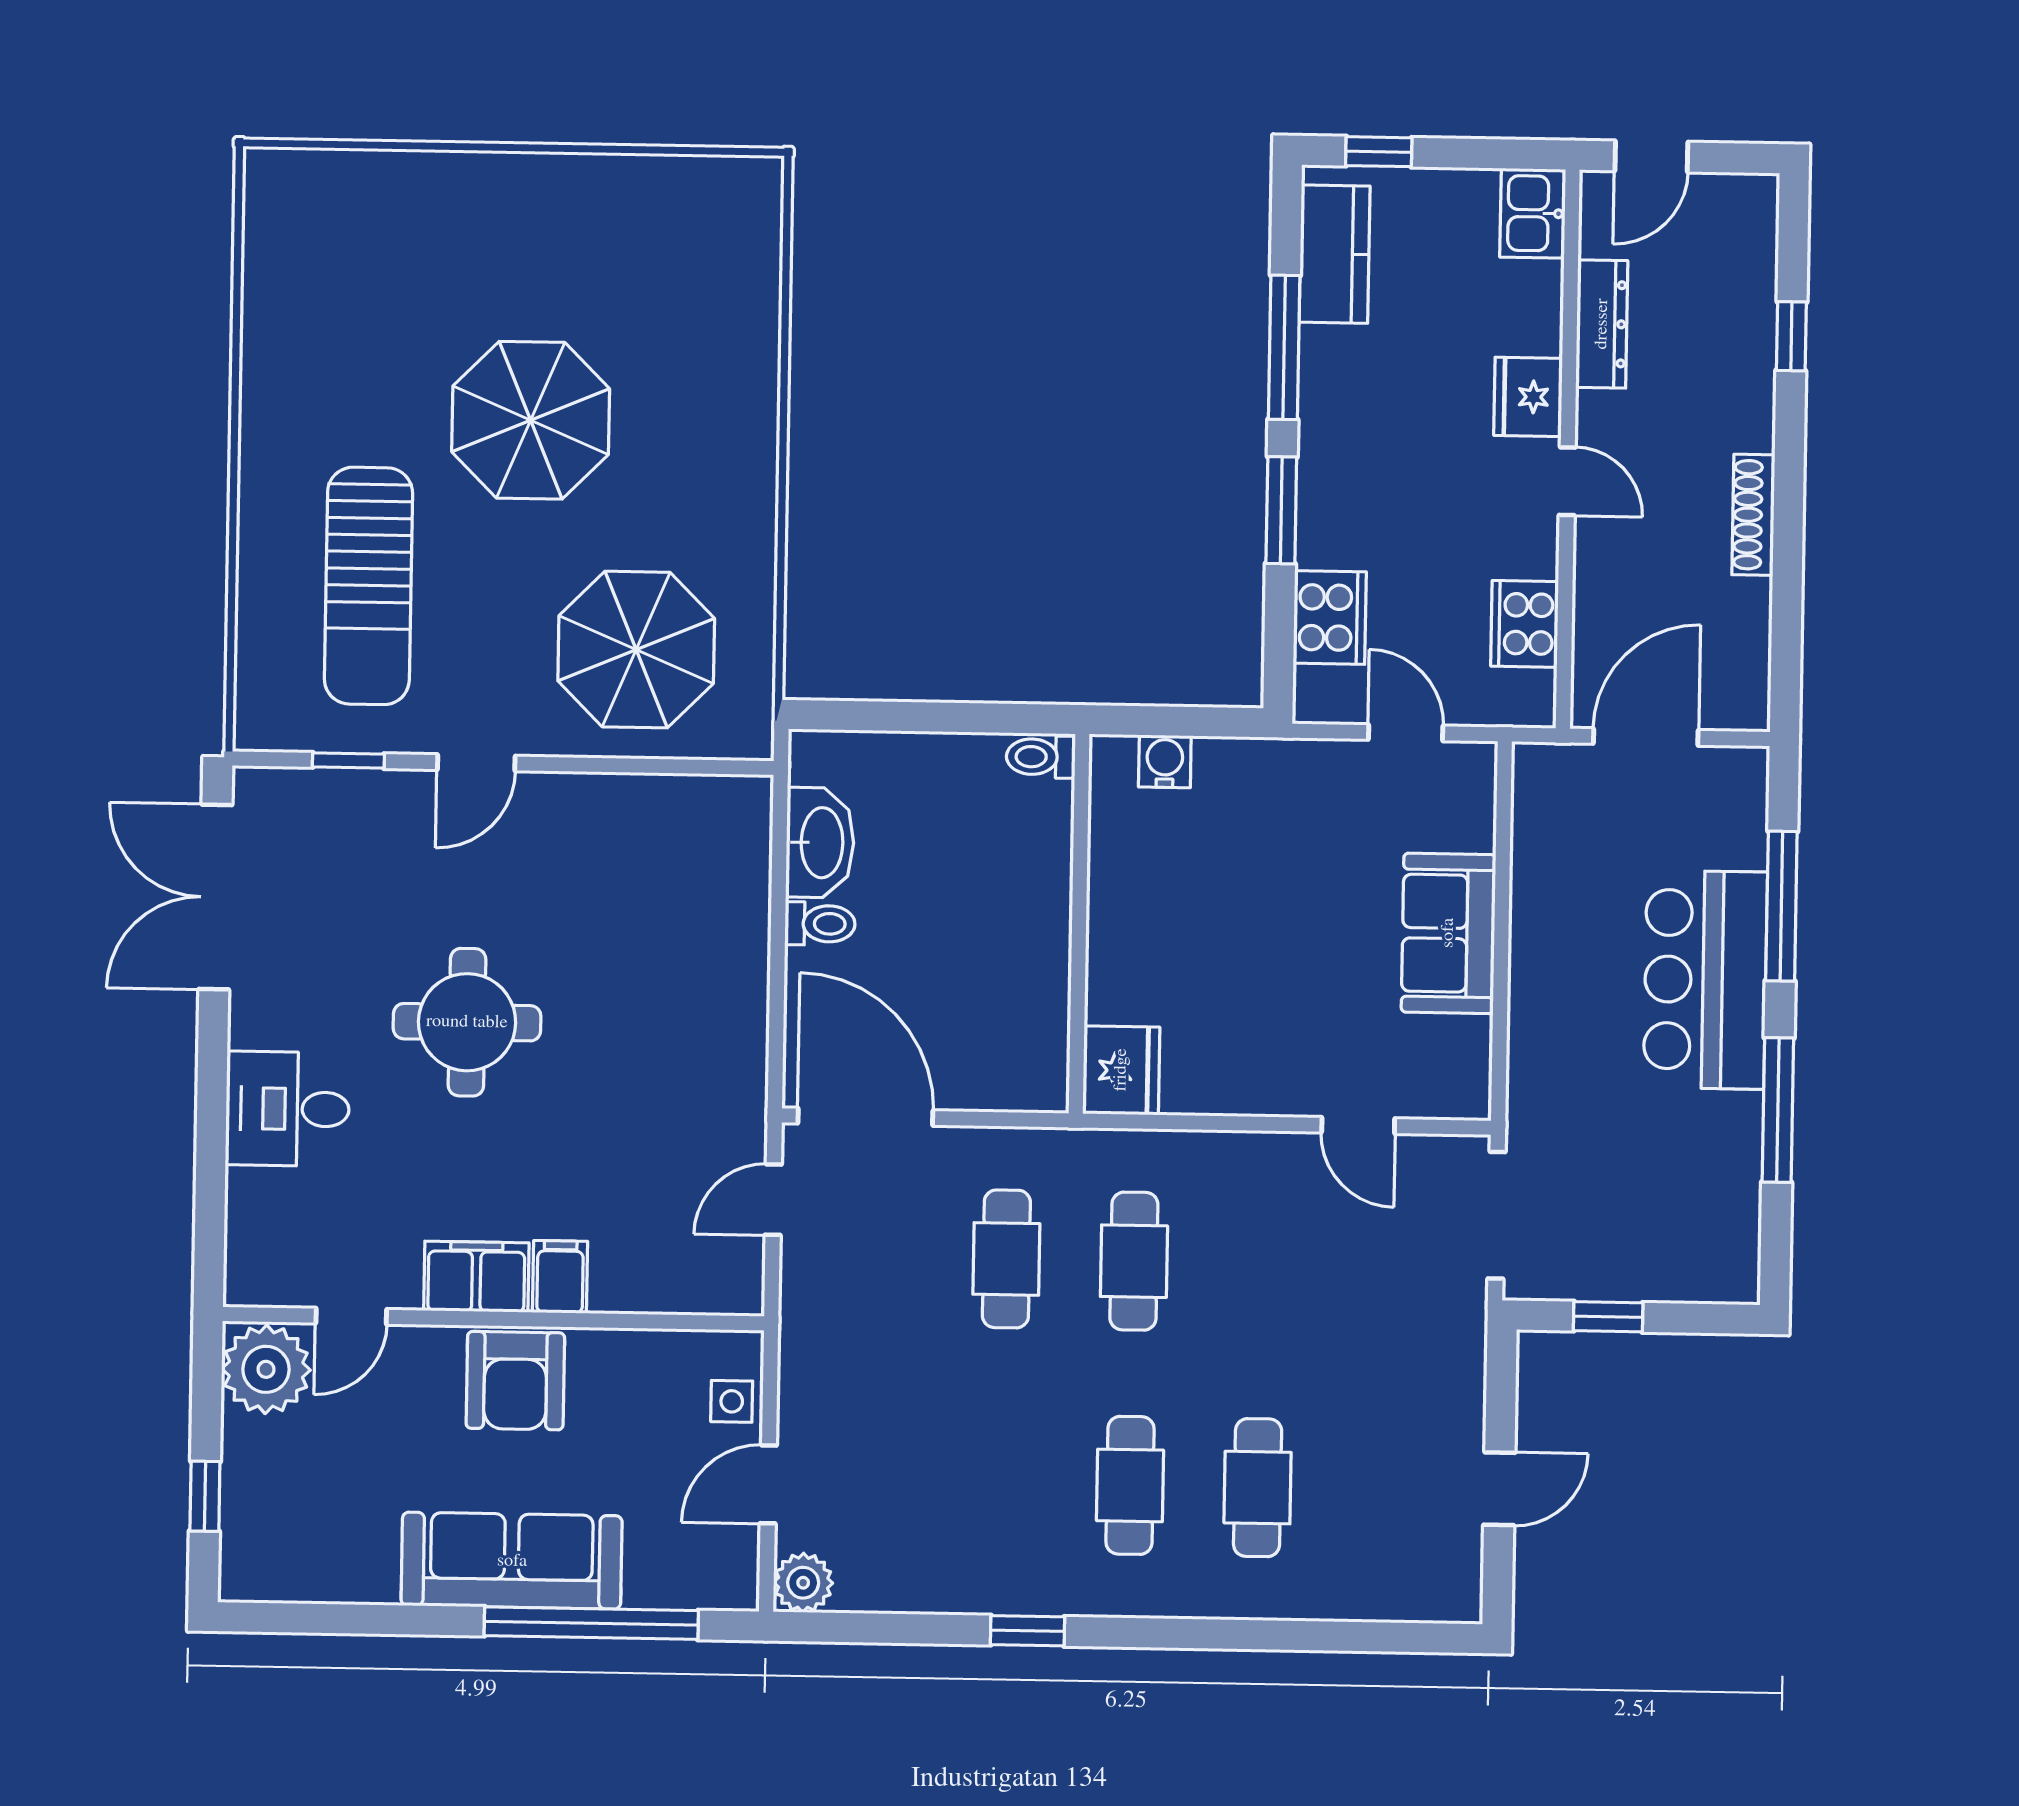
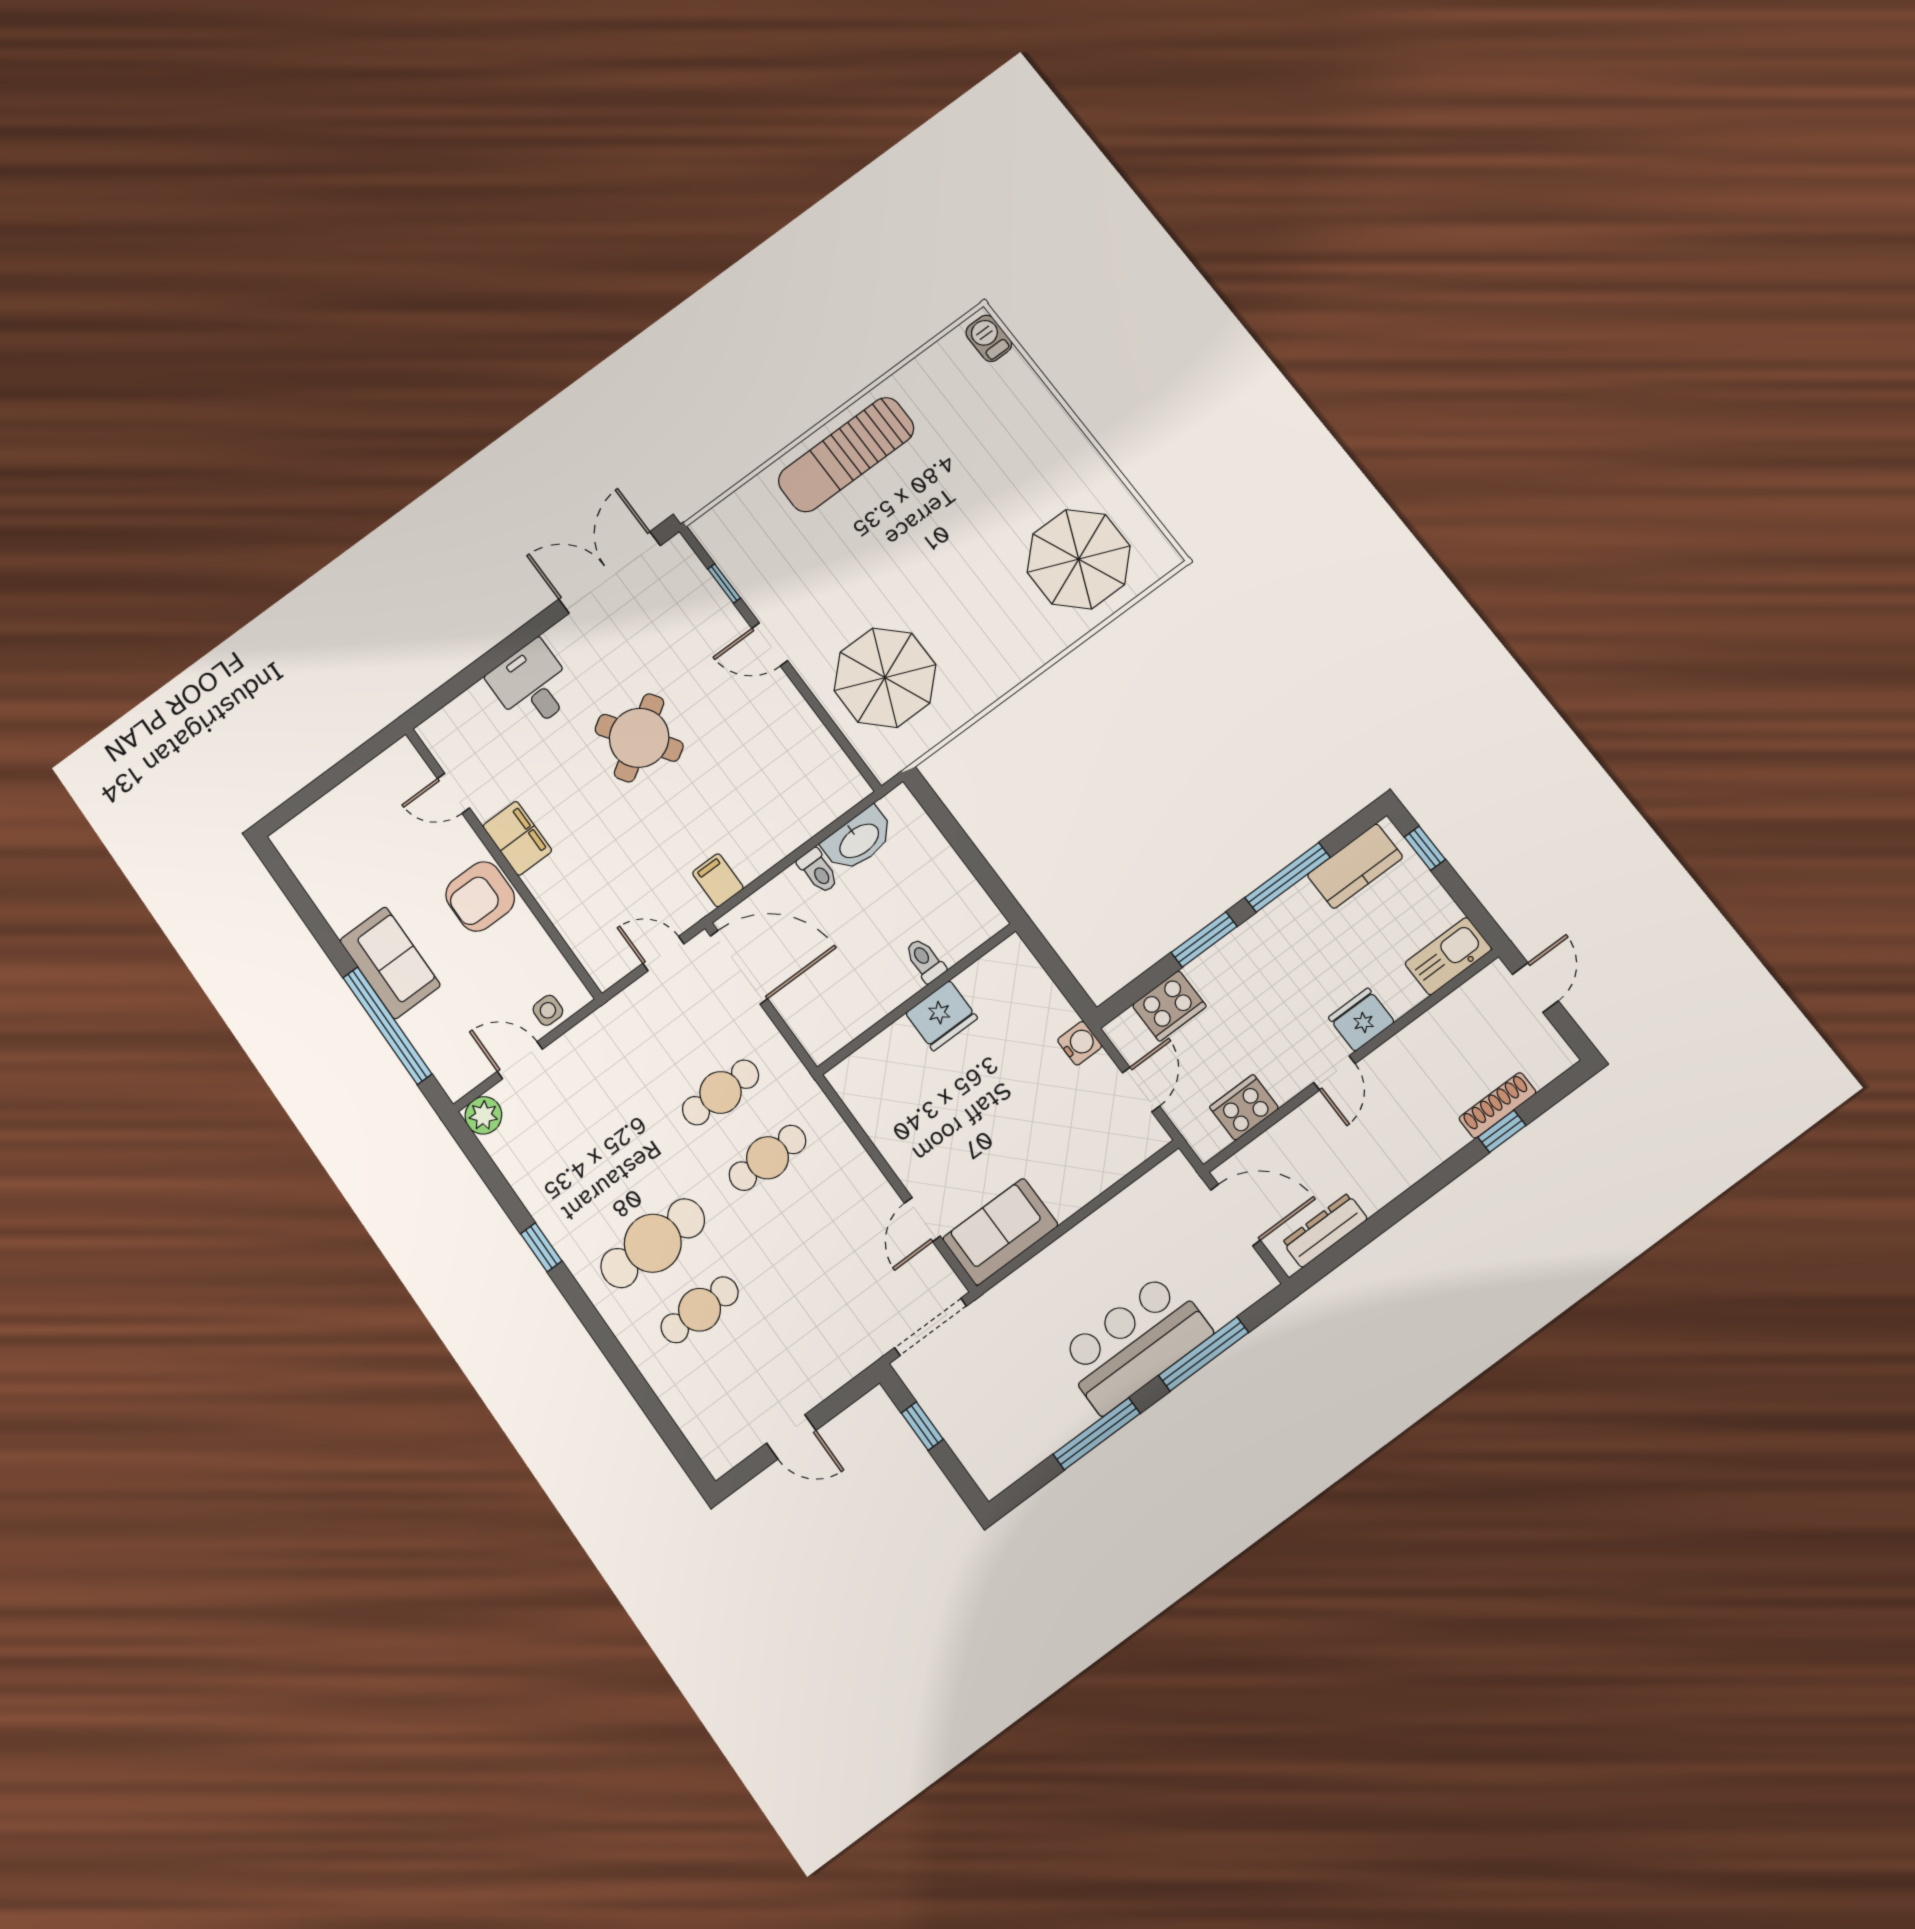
door: (1651, 156) -> (1535, 988), swing flipped
barbecue: (292, 174) -> (989, 338), added
kitchen sink: (1533, 213) -> (1448, 956), width x1.38
dresser: (1602, 324) -> (1325, 1230), moved, turned 180
parasol: (531, 420) -> (1079, 559), moved
shoe rack: (1753, 515) -> (1498, 1105), moved
sun lounger: (368, 586) -> (846, 455), moved
toilet: (1041, 757) -> (925, 960), moved
water cooler: (1165, 761) -> (1080, 1043), moved
sofa: (1448, 933) -> (1000, 1232), moved
round table: (467, 1022) -> (639, 738), turned -33
fridge: (1121, 1070) -> (942, 1016), moved
door: (865, 1117) -> (739, 967), hinge flipped
filing cabinet: (560, 1277) -> (718, 880), moved, turned -90
plant: (266, 1369) -> (397, 773), removed
cafe table: (1130, 1485) -> (653, 1243), width x1.37, depth x1.35
window: (205, 1496) -> (314, 791), removed
sofa: (512, 1561) -> (390, 963), width x0.73

